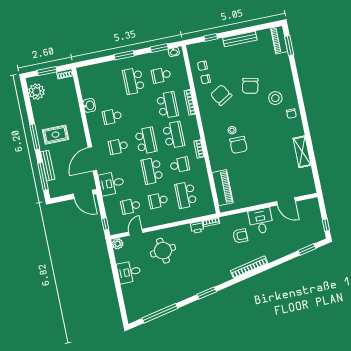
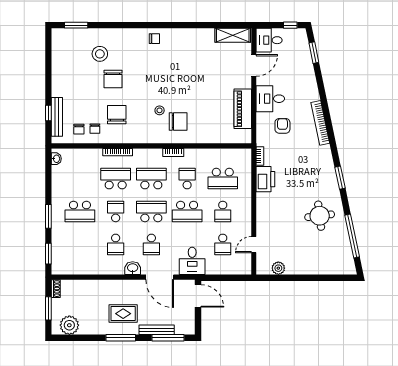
bench: (240, 39) -> (57, 117), moved
piano: (279, 40) -> (67, 35), removed
window: (159, 48) -> (48, 254), moved
school desk: (161, 75) -> (116, 211), moved, turned 180
chair: (250, 86) -> (113, 79), turned 77
chair: (221, 95) -> (117, 115), turned 121
stool: (275, 98) -> (100, 54), moved
washbasin: (89, 105) -> (133, 268), moved
rug: (56, 135) -> (123, 314), turned 90
chair: (238, 145) -> (178, 122), moved
shelving: (302, 152) -> (233, 35), moved
piano: (222, 188) -> (243, 109), moved, turned -90
door: (83, 194) -> (198, 296), hinge flipped
window: (105, 224) -> (237, 278), removed
printer: (197, 227) -> (265, 179), width x1.87, depth x1.48
door: (136, 232) -> (254, 245), hinge flipped
plant: (118, 244) -> (278, 268), moved
round table: (163, 251) -> (320, 216), moved
desk: (129, 272) -> (269, 40), moved, turned 90

